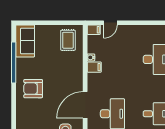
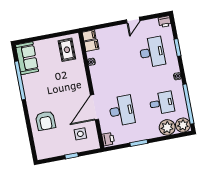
door: (110, 23) -> (133, 20), moved
filing cabinet: (94, 67) -> (92, 45), moved
armchair: (33, 89) -> (45, 121), moved, turned -90

